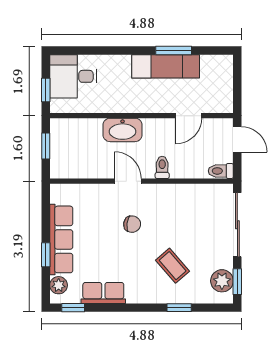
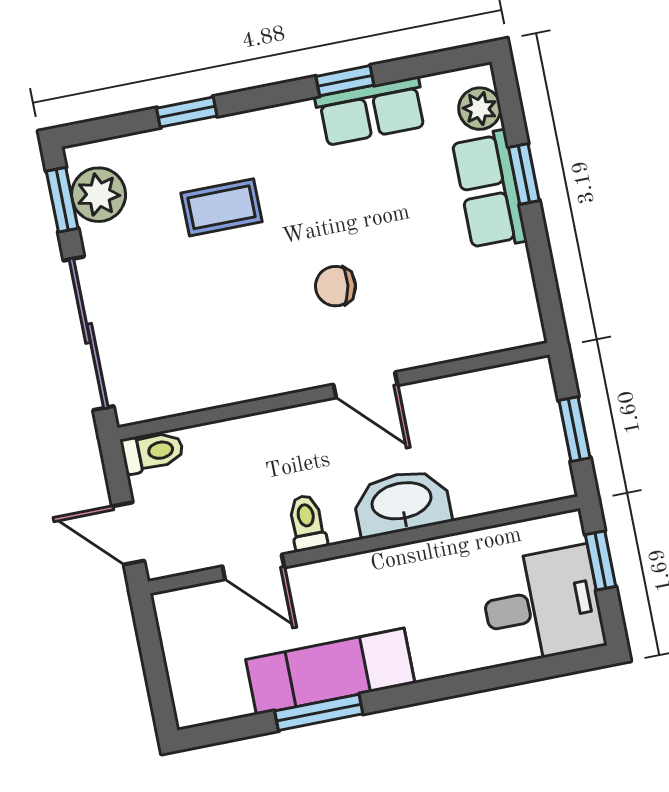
door: (189, 116) -> (253, 567), swing flipped
toilet: (162, 167) -> (307, 523), moved, turned 180
row of seats: (61, 239) -> (489, 190), width x0.68
coffee table: (173, 266) -> (221, 207), turned -49
window: (73, 308) -> (345, 81), moved

